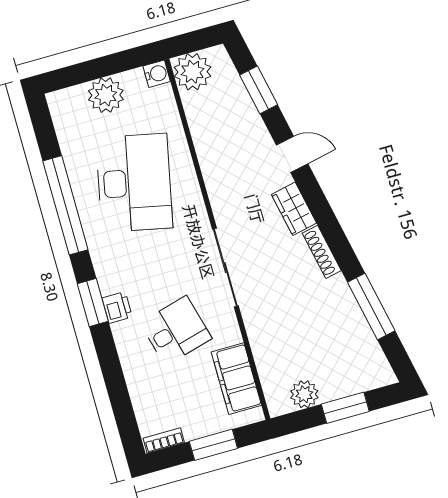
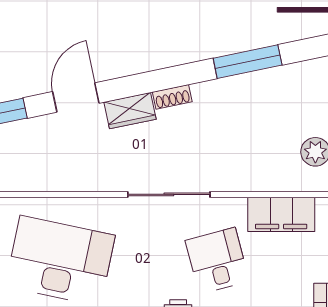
door: (292, 154) -> (76, 97), width x1.38
shoe rack: (322, 252) -> (172, 97), width x0.70

